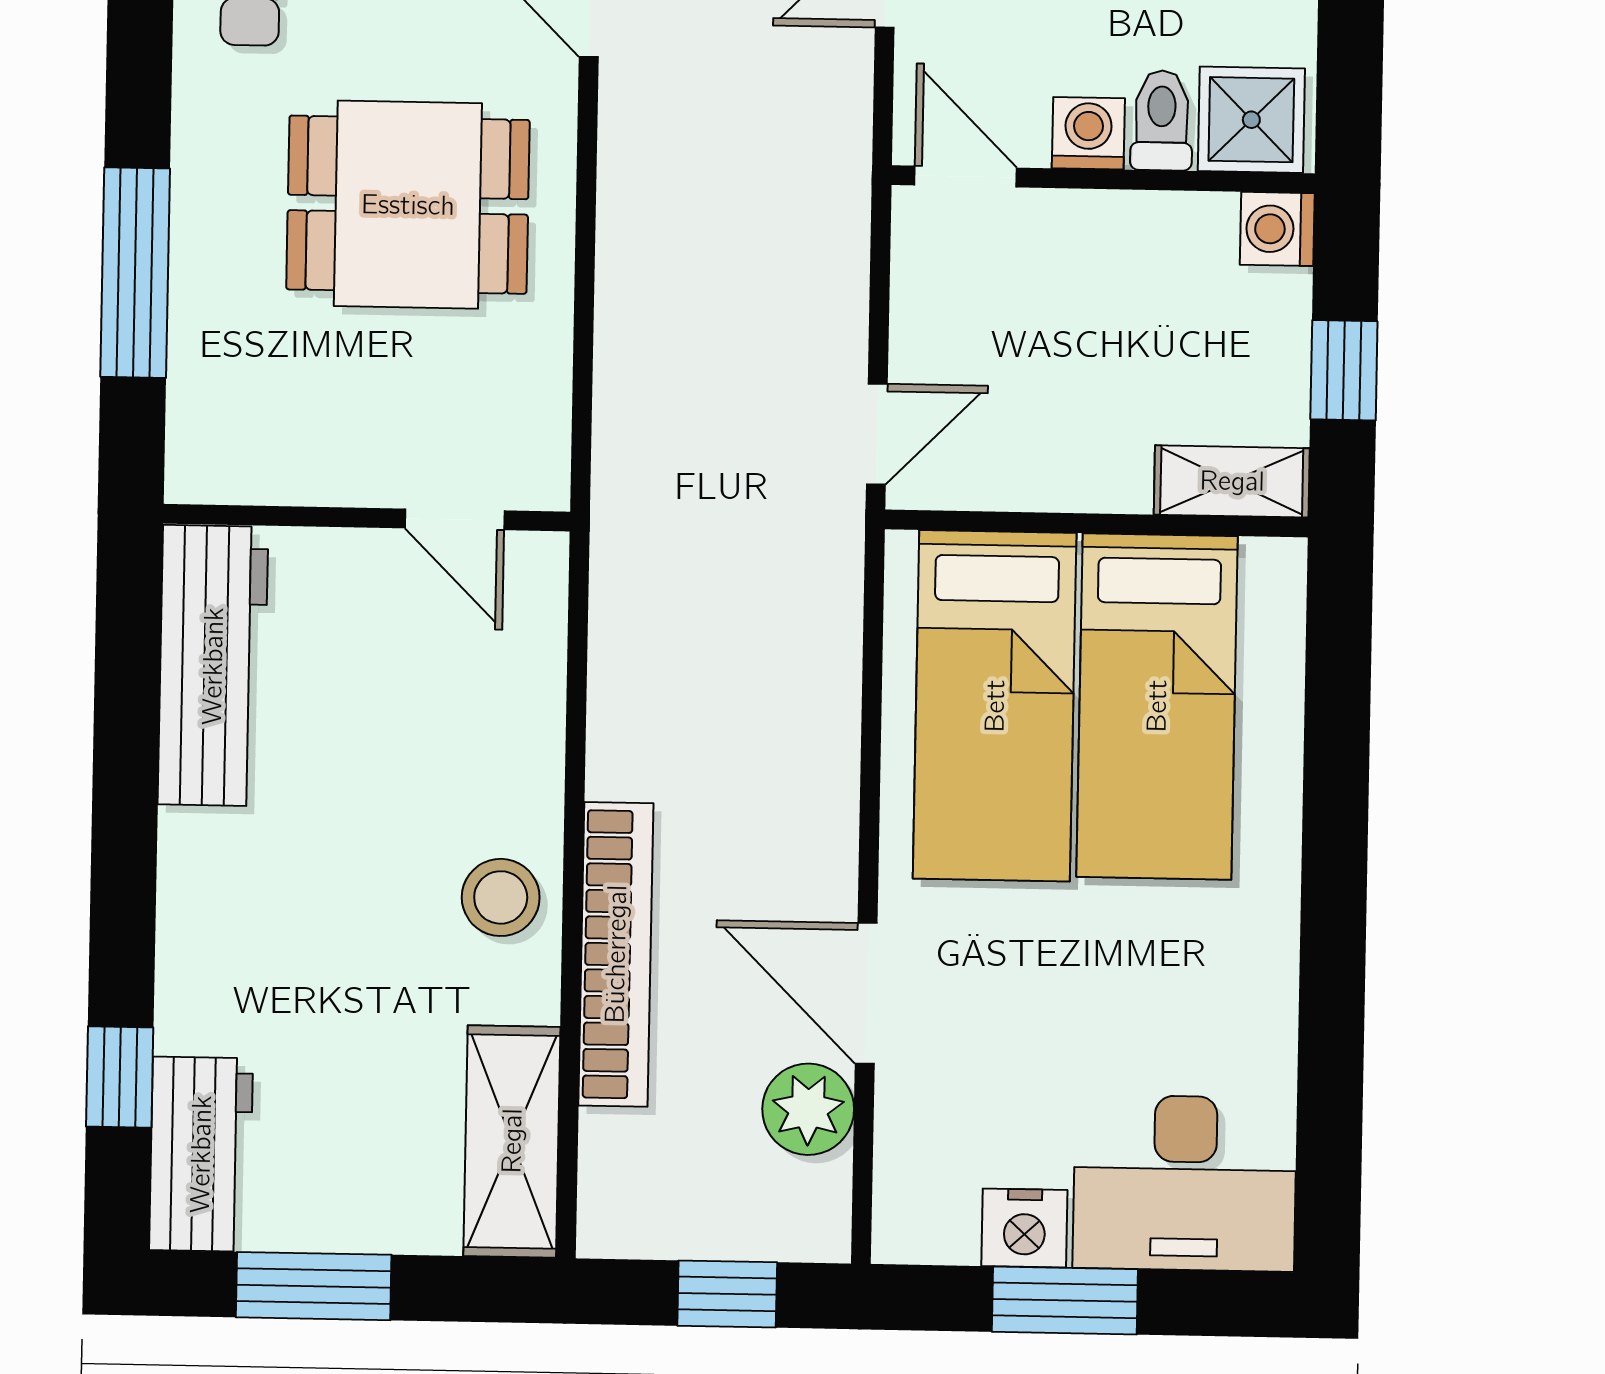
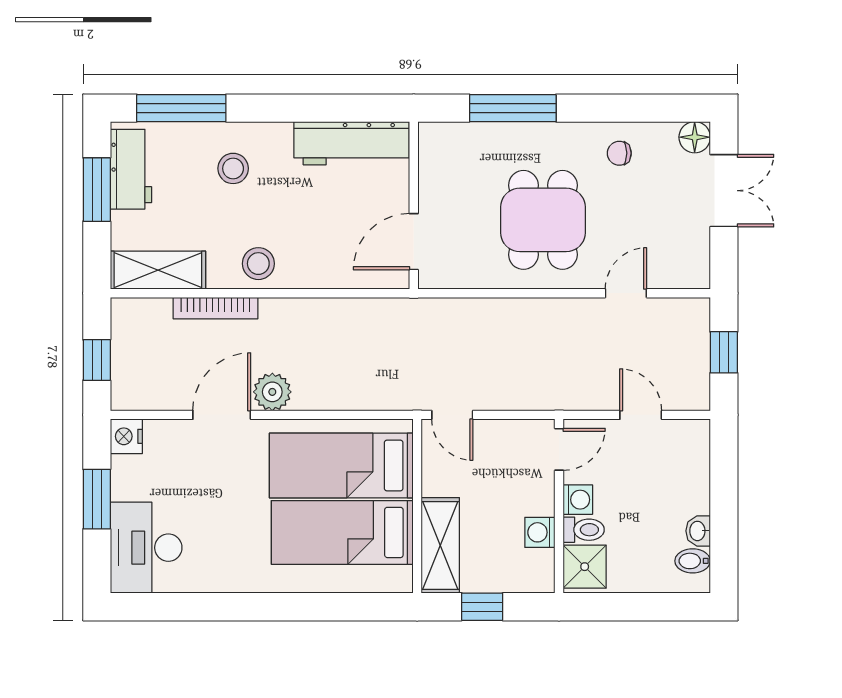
washing machine: (1277, 229) -> (540, 532), moved, turned -90
shelving: (1232, 481) -> (440, 545), width x1.50, depth x1.33
door: (455, 519) -> (414, 242), width x1.38
stool: (269, 954) -> (233, 168), added
bookcase: (616, 954) -> (215, 308), width x0.68, depth x0.76
window: (120, 1077) -> (181, 108), width x2.17
plant: (808, 1109) -> (272, 392), moved
workbench: (201, 1154) -> (131, 169), moved, turned -90
nightstand: (1024, 1228) -> (126, 436), moved

